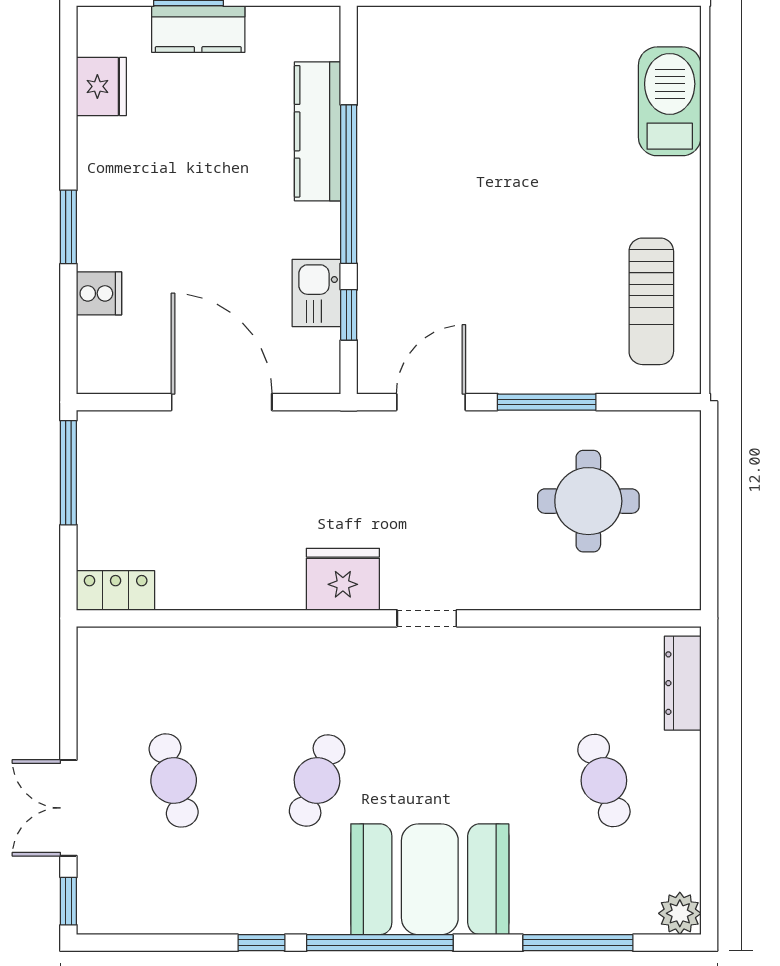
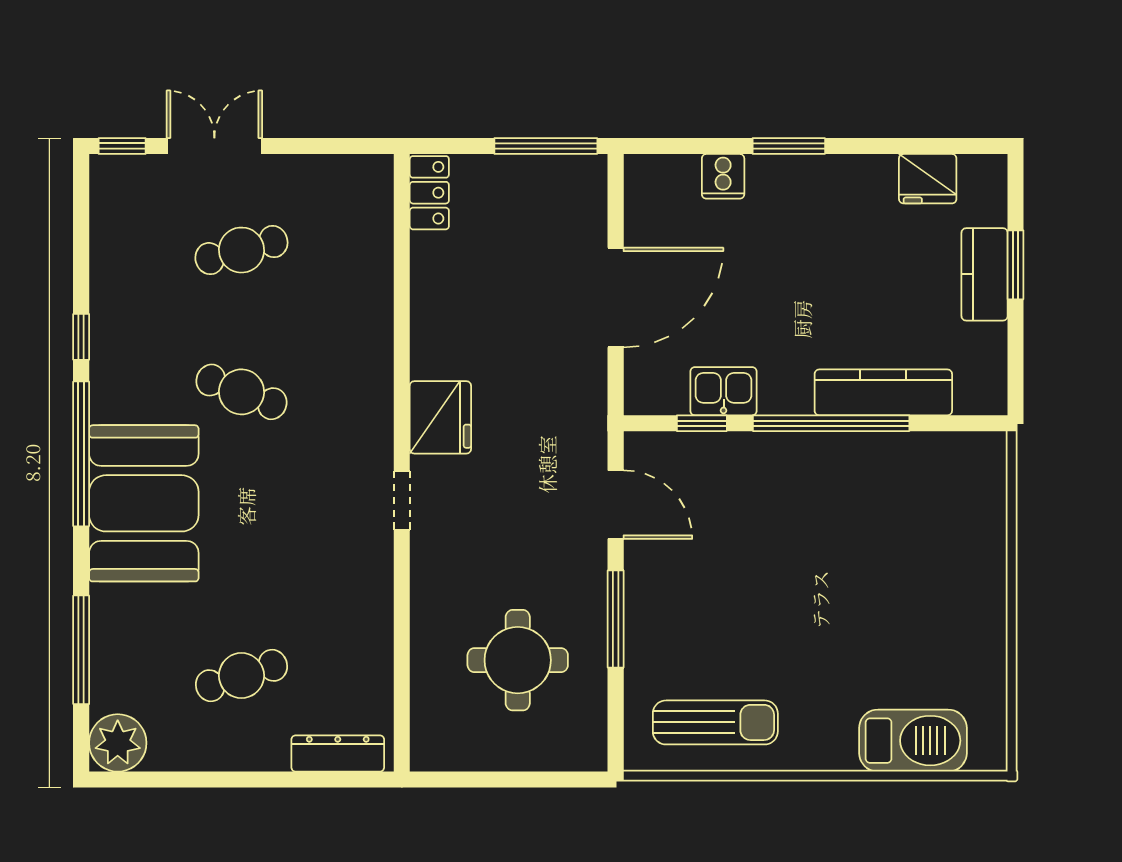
sun lounger: (651, 301) -> (715, 722), turned 180
plant: (680, 913) -> (118, 743), width x1.36, depth x1.36

